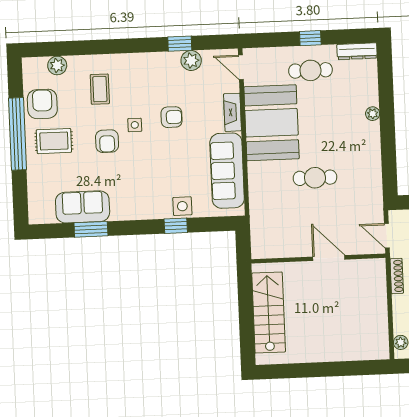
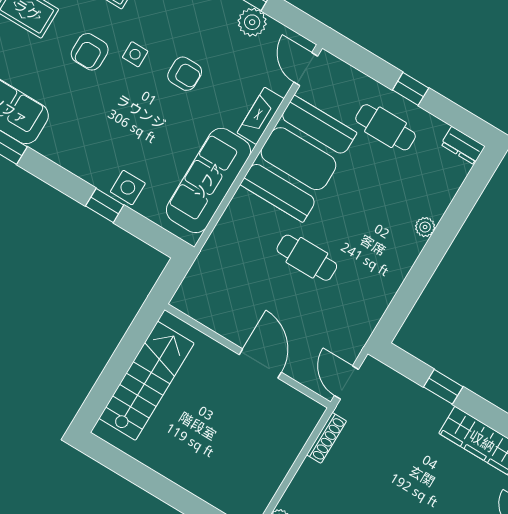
dresser: (357, 51) -> (463, 146), width x0.70

